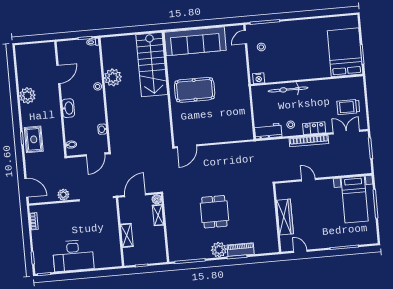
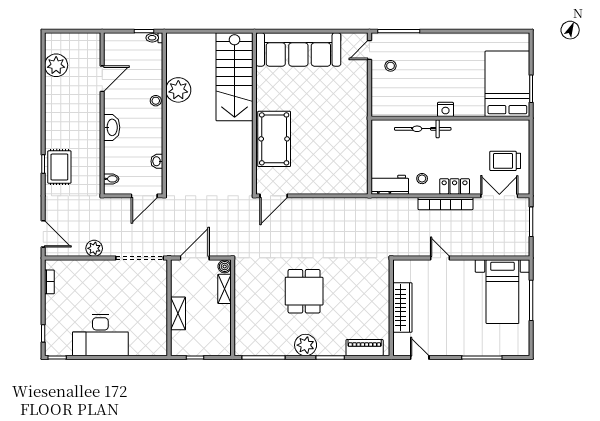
nightstand: (259, 78) -> (445, 109), moved
pool table: (195, 90) -> (274, 139), moved, turned 90
plant: (27, 95) -> (56, 65), moved
piano: (241, 250) -> (365, 348), moved

